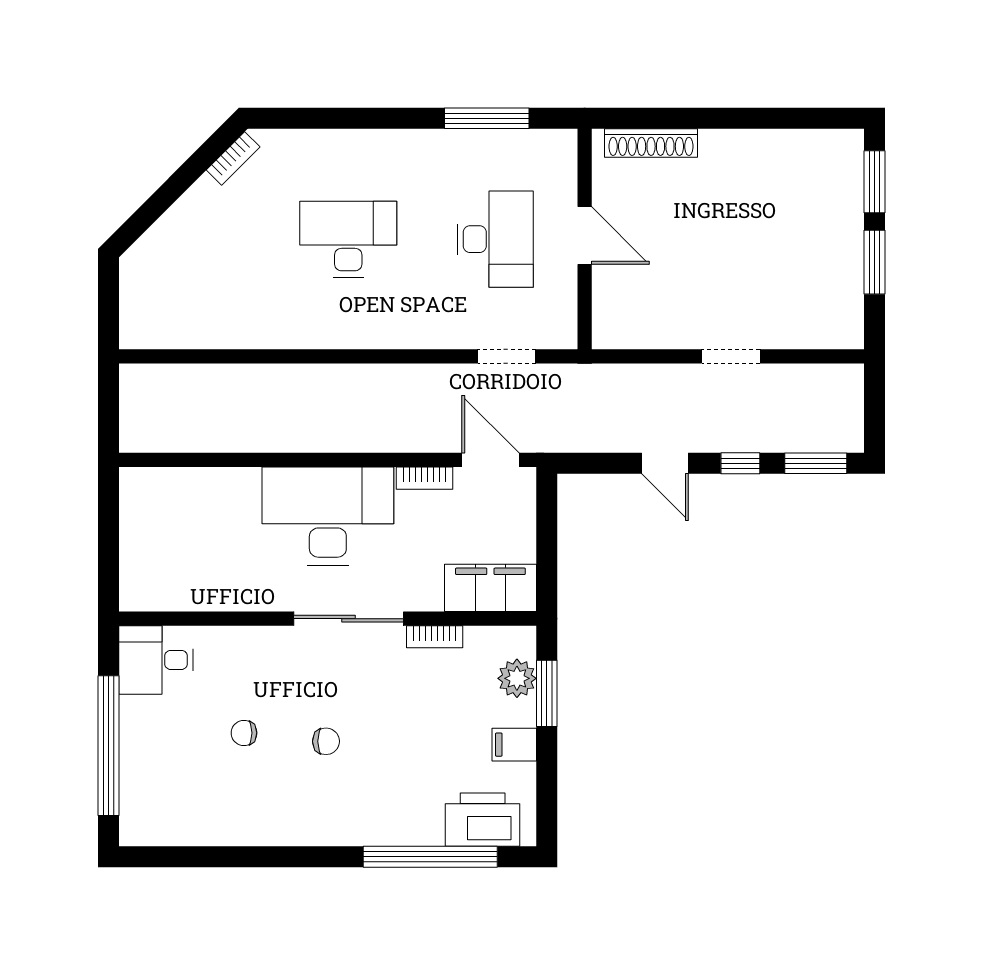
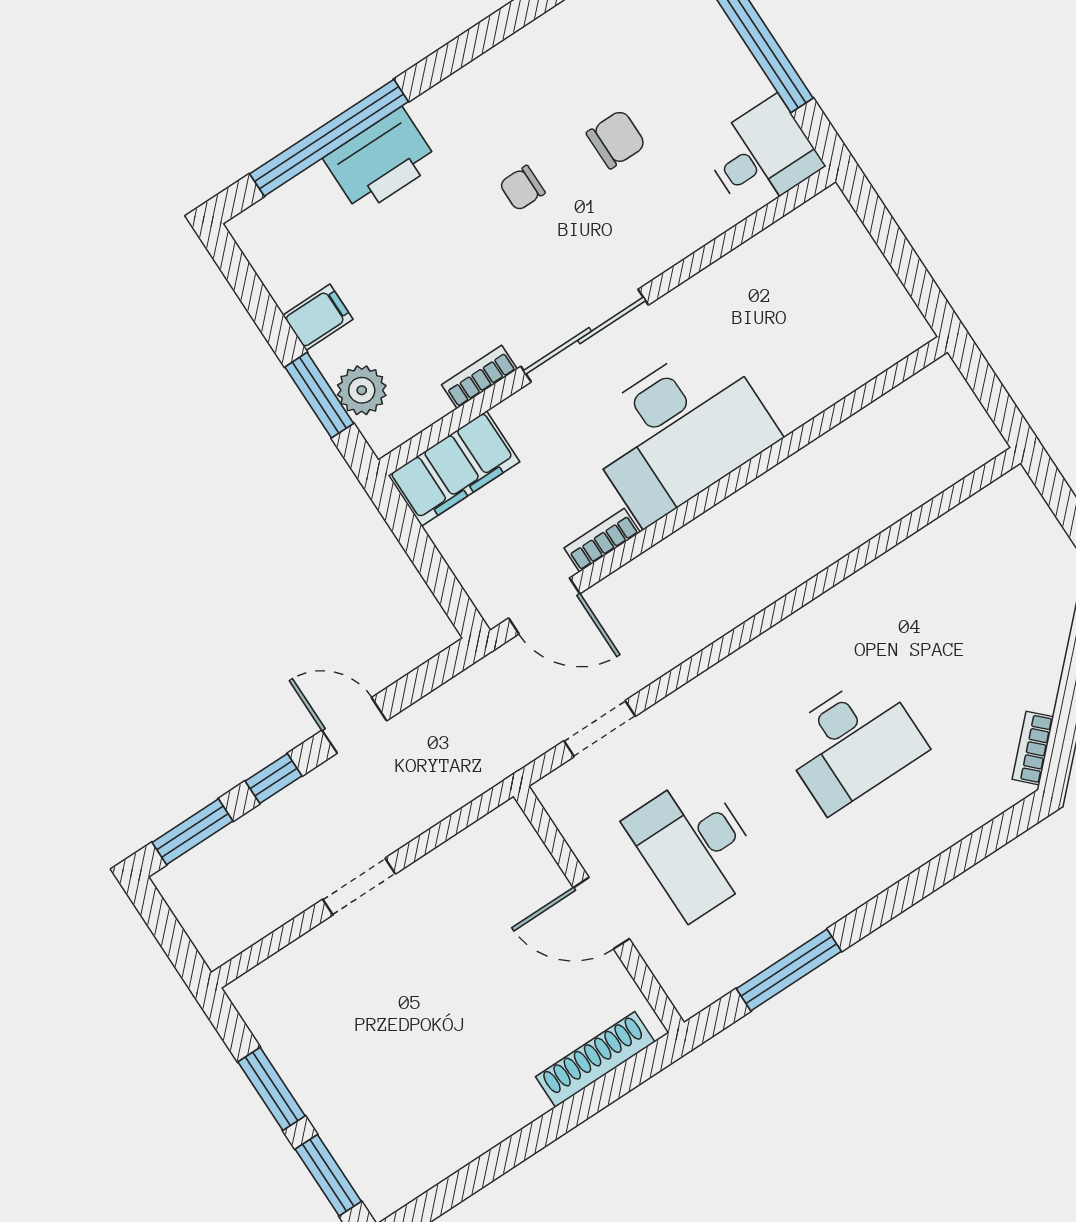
chair: (244, 733) -> (616, 139), width x1.37, depth x1.37
printer: (483, 820) -> (381, 161), moved

